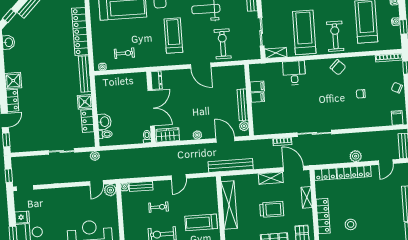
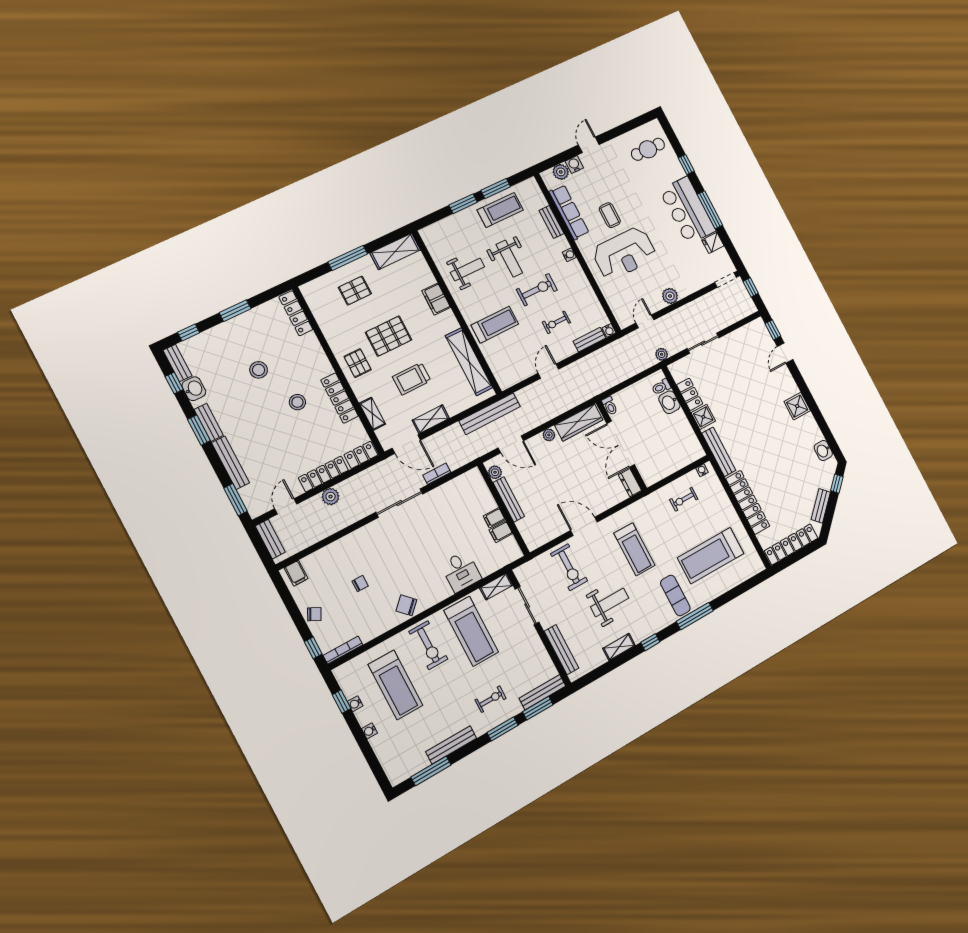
locker: (12, 100) -> (787, 381), removed
wardrobe: (168, 135) -> (579, 423), width x1.50
plant: (110, 190) -> (670, 296), moved

